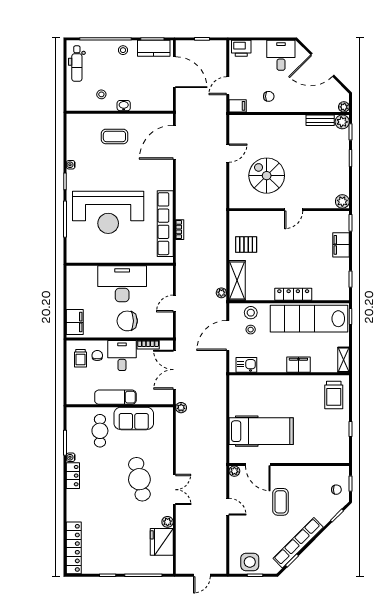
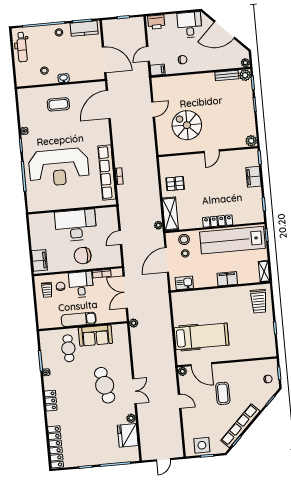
door: (174, 72) -> (104, 60), moved
locker: (73, 476) -> (51, 401), moved

